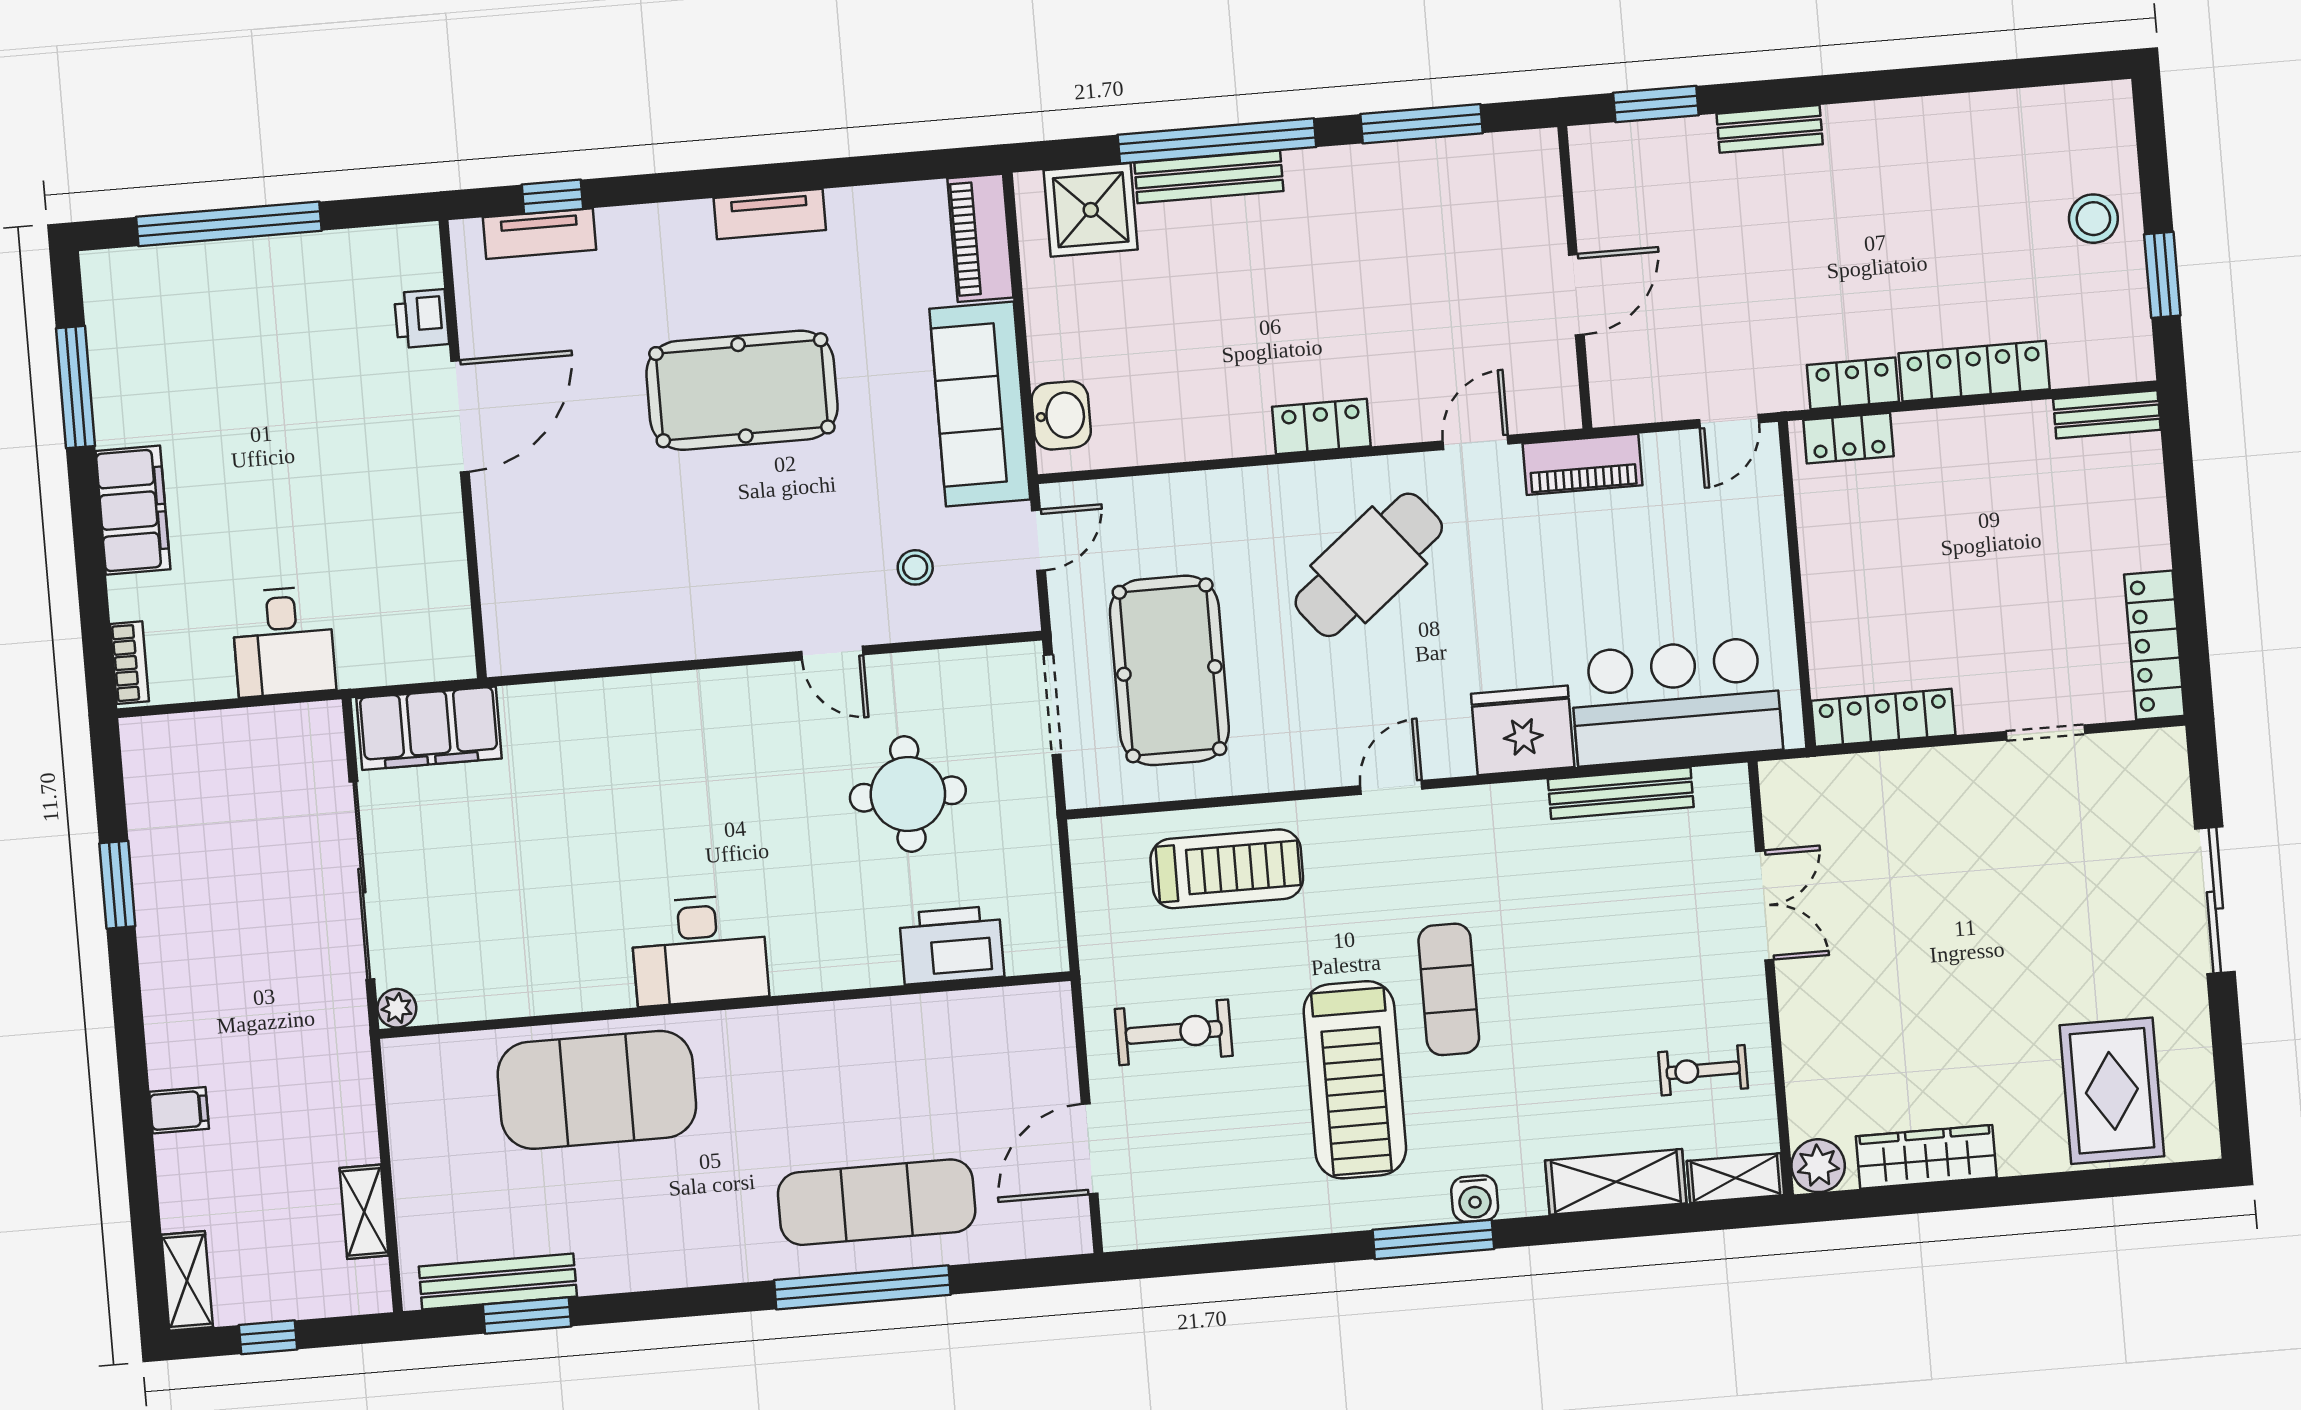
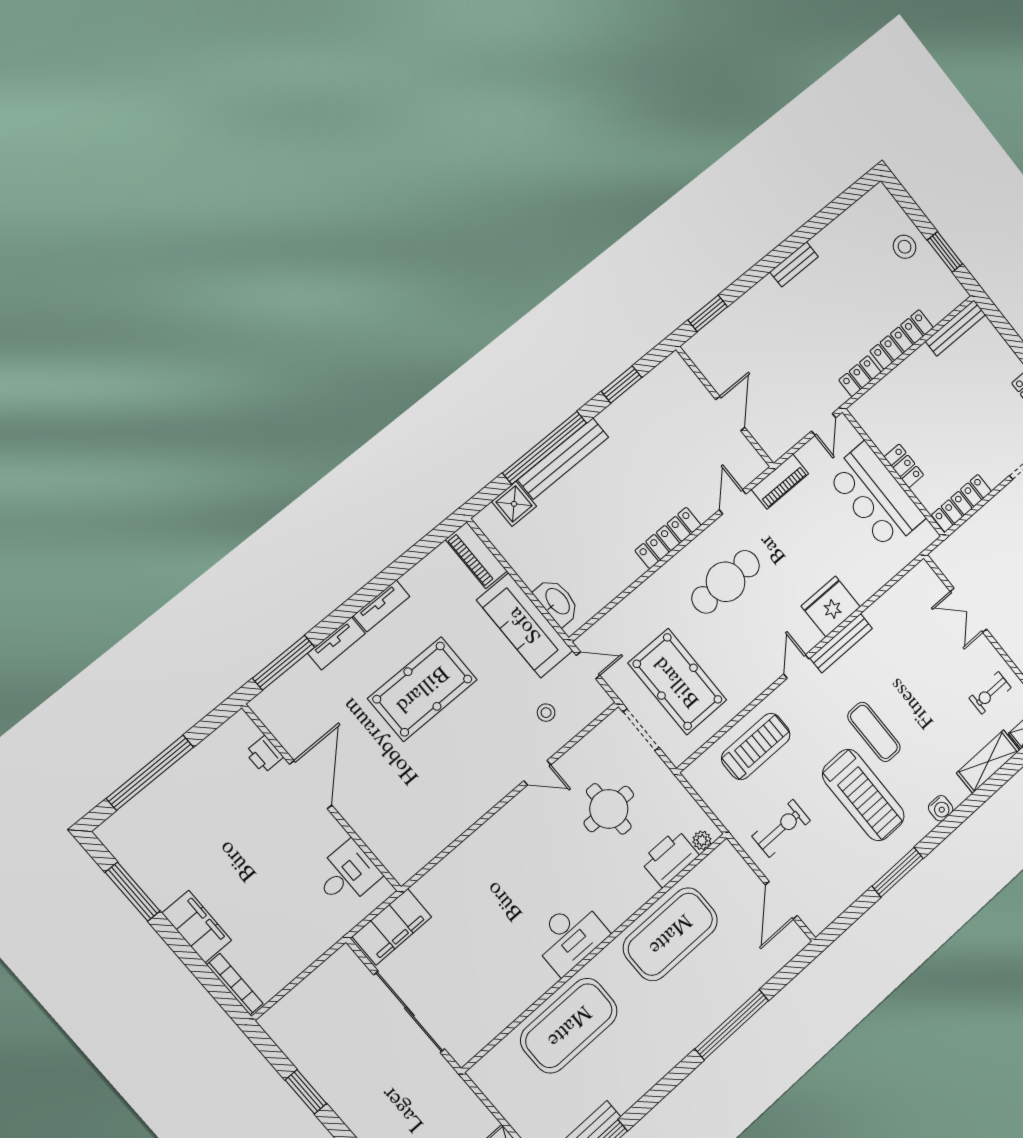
window: (1422, 124) -> (622, 384), width x0.69
bench: (1770, 129) -> (794, 264), moved
bench: (1209, 177) -> (563, 459), width x1.37, depth x1.21
window: (552, 197) -> (284, 663), width x2.17
shower: (1091, 210) -> (514, 504), width x0.73, depth x0.73
tv unit: (540, 234) -> (336, 643), moved
bench: (2107, 414) -> (955, 328), width x1.36
washbasin: (1061, 415) -> (557, 602), width x1.38
locker: (1321, 426) -> (668, 538), width x1.53
locker: (1848, 438) -> (904, 466), moved, turned -90
door: (1039, 540) -> (588, 665), hinge flipped
cafe table: (1369, 565) -> (726, 582), turned 39
desk: (283, 642) -> (347, 874), moved, turned -90
bookcase: (130, 663) -> (235, 984), width x1.56
bar counter: (1676, 701) -> (876, 496), moved, turned -90
bench: (1621, 793) -> (841, 643), moved
double door: (1765, 905) -> (968, 610), swing flipped
plant: (397, 1008) -> (702, 840), moved
exercise mat: (877, 1202) -> (670, 934), moved, width x1.47
window: (1433, 1239) -> (898, 872), moved

